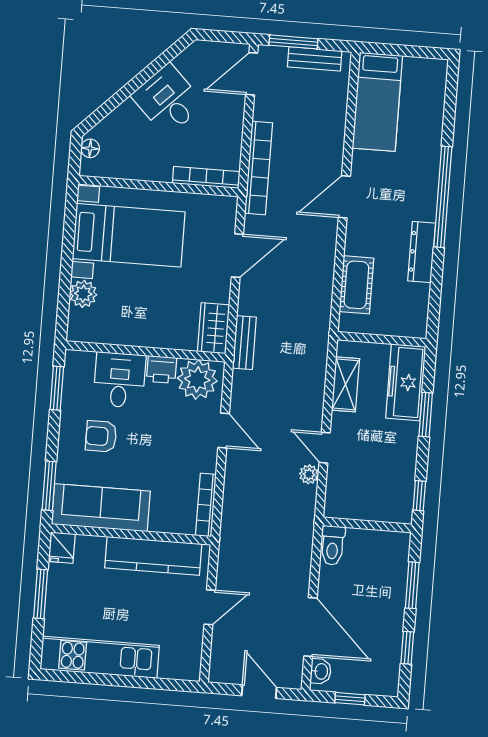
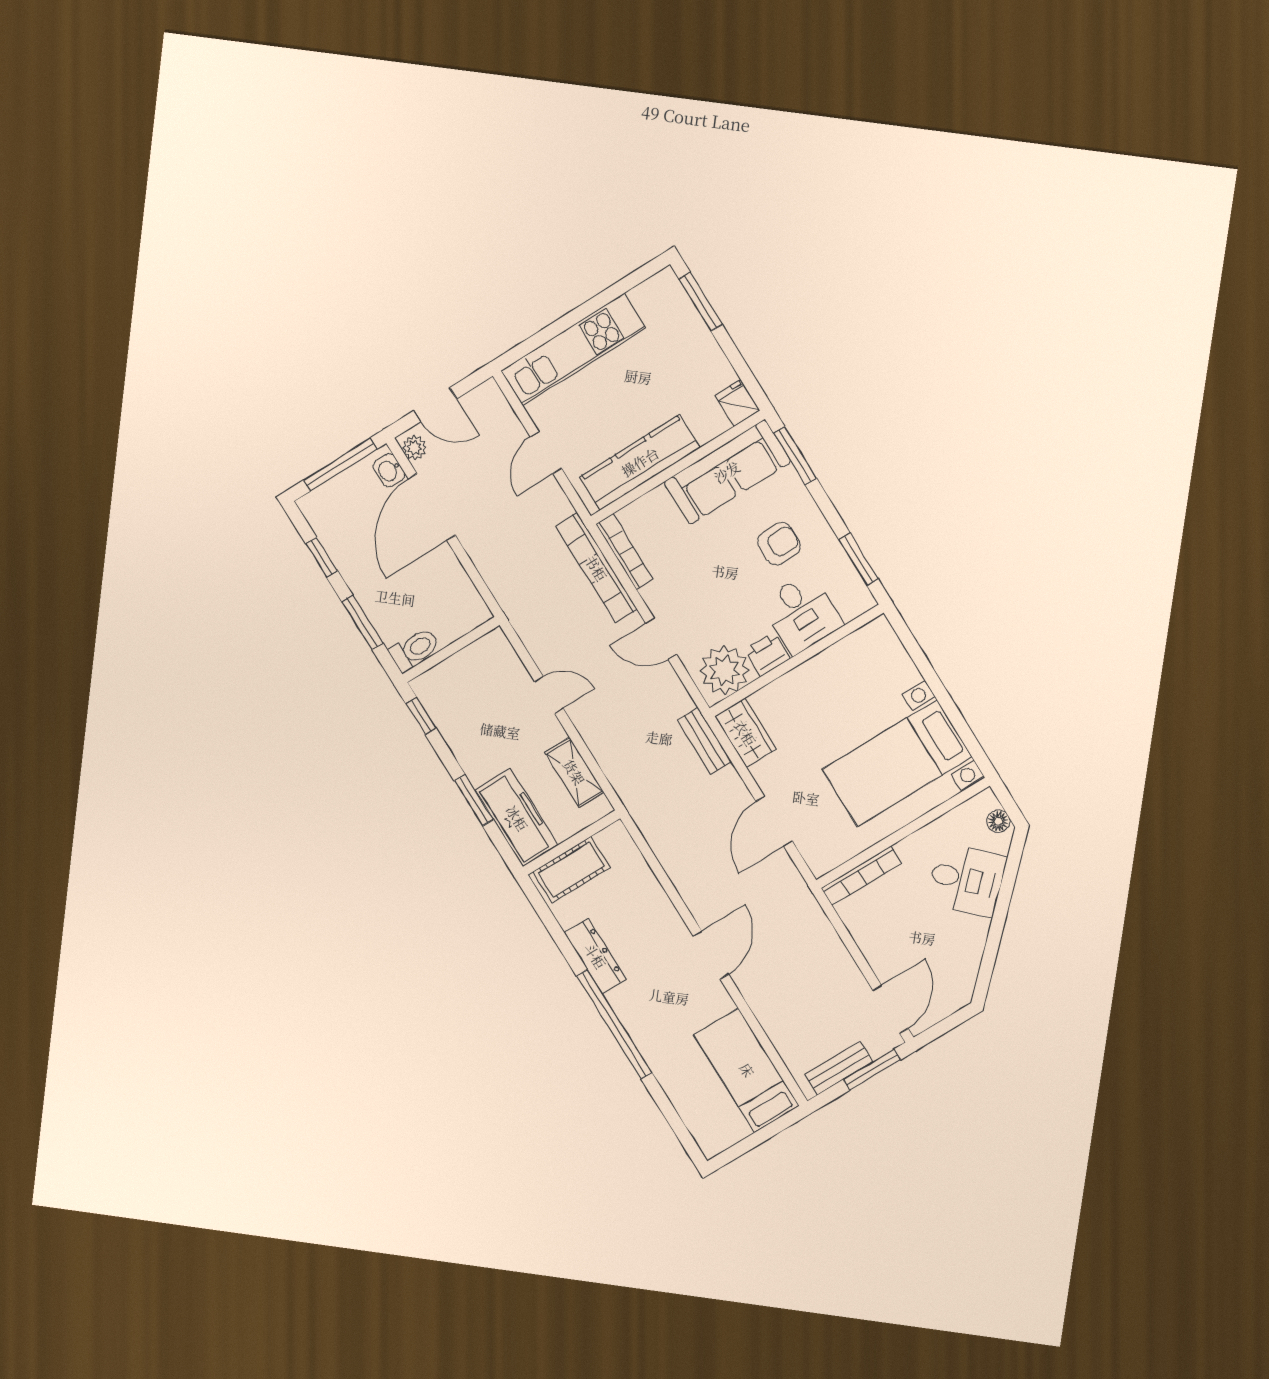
desk: (168, 100) -> (966, 880), moved
bookcase: (259, 168) -> (596, 568), moved
cot: (356, 285) -> (571, 870), moved, turned 90
plant: (83, 294) -> (900, 672), removed
plant: (309, 474) -> (414, 448), moved
toilet: (333, 545) -> (415, 650), moved, turned 90
window: (41, 594) -> (701, 302), moved
door: (310, 627) -> (432, 507), hinge flipped
kitchen unit: (100, 657) -> (573, 349), moved
window: (350, 699) -> (340, 465), width x2.17

